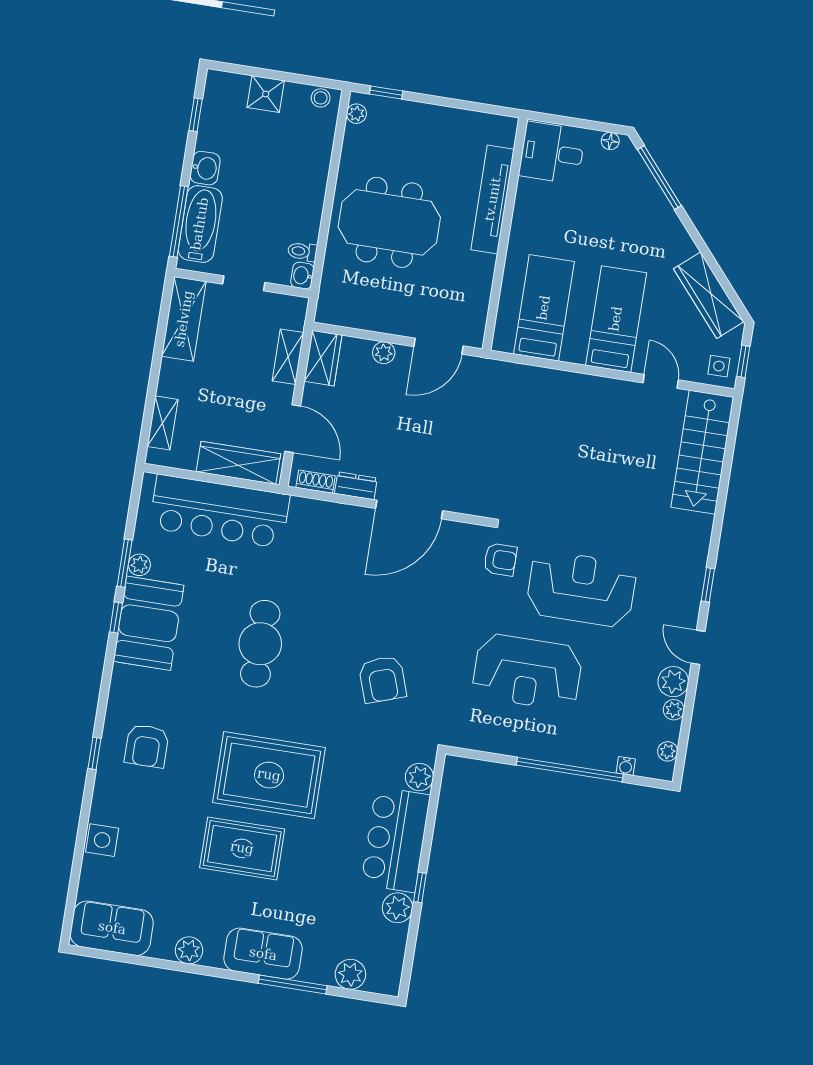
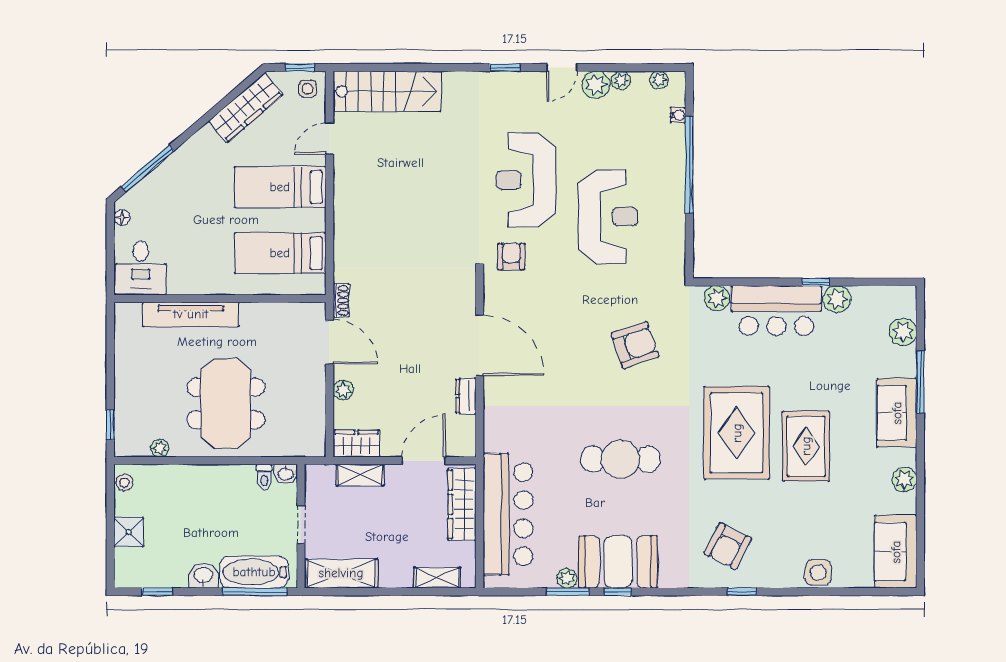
plant: (356, 114) -> (160, 448), moved
shoe rack: (316, 482) -> (341, 300), moved, turned 180
armchair: (147, 746) -> (728, 546), turned 117

